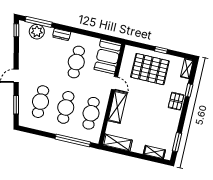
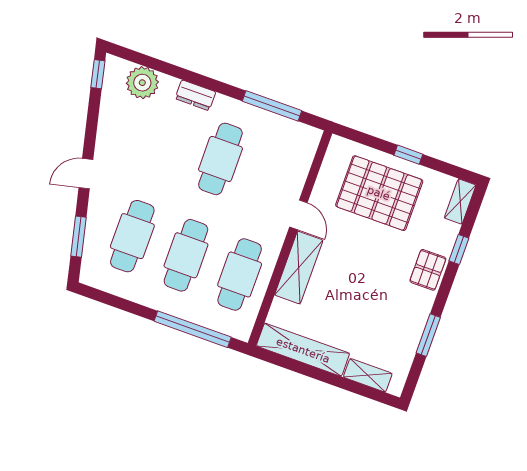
window: (39, 22) -> (272, 106), moved
booth: (108, 57) -> (291, 155), removed
shelving: (117, 142) -> (303, 350), width x1.47
window: (177, 142) -> (428, 335), moved

